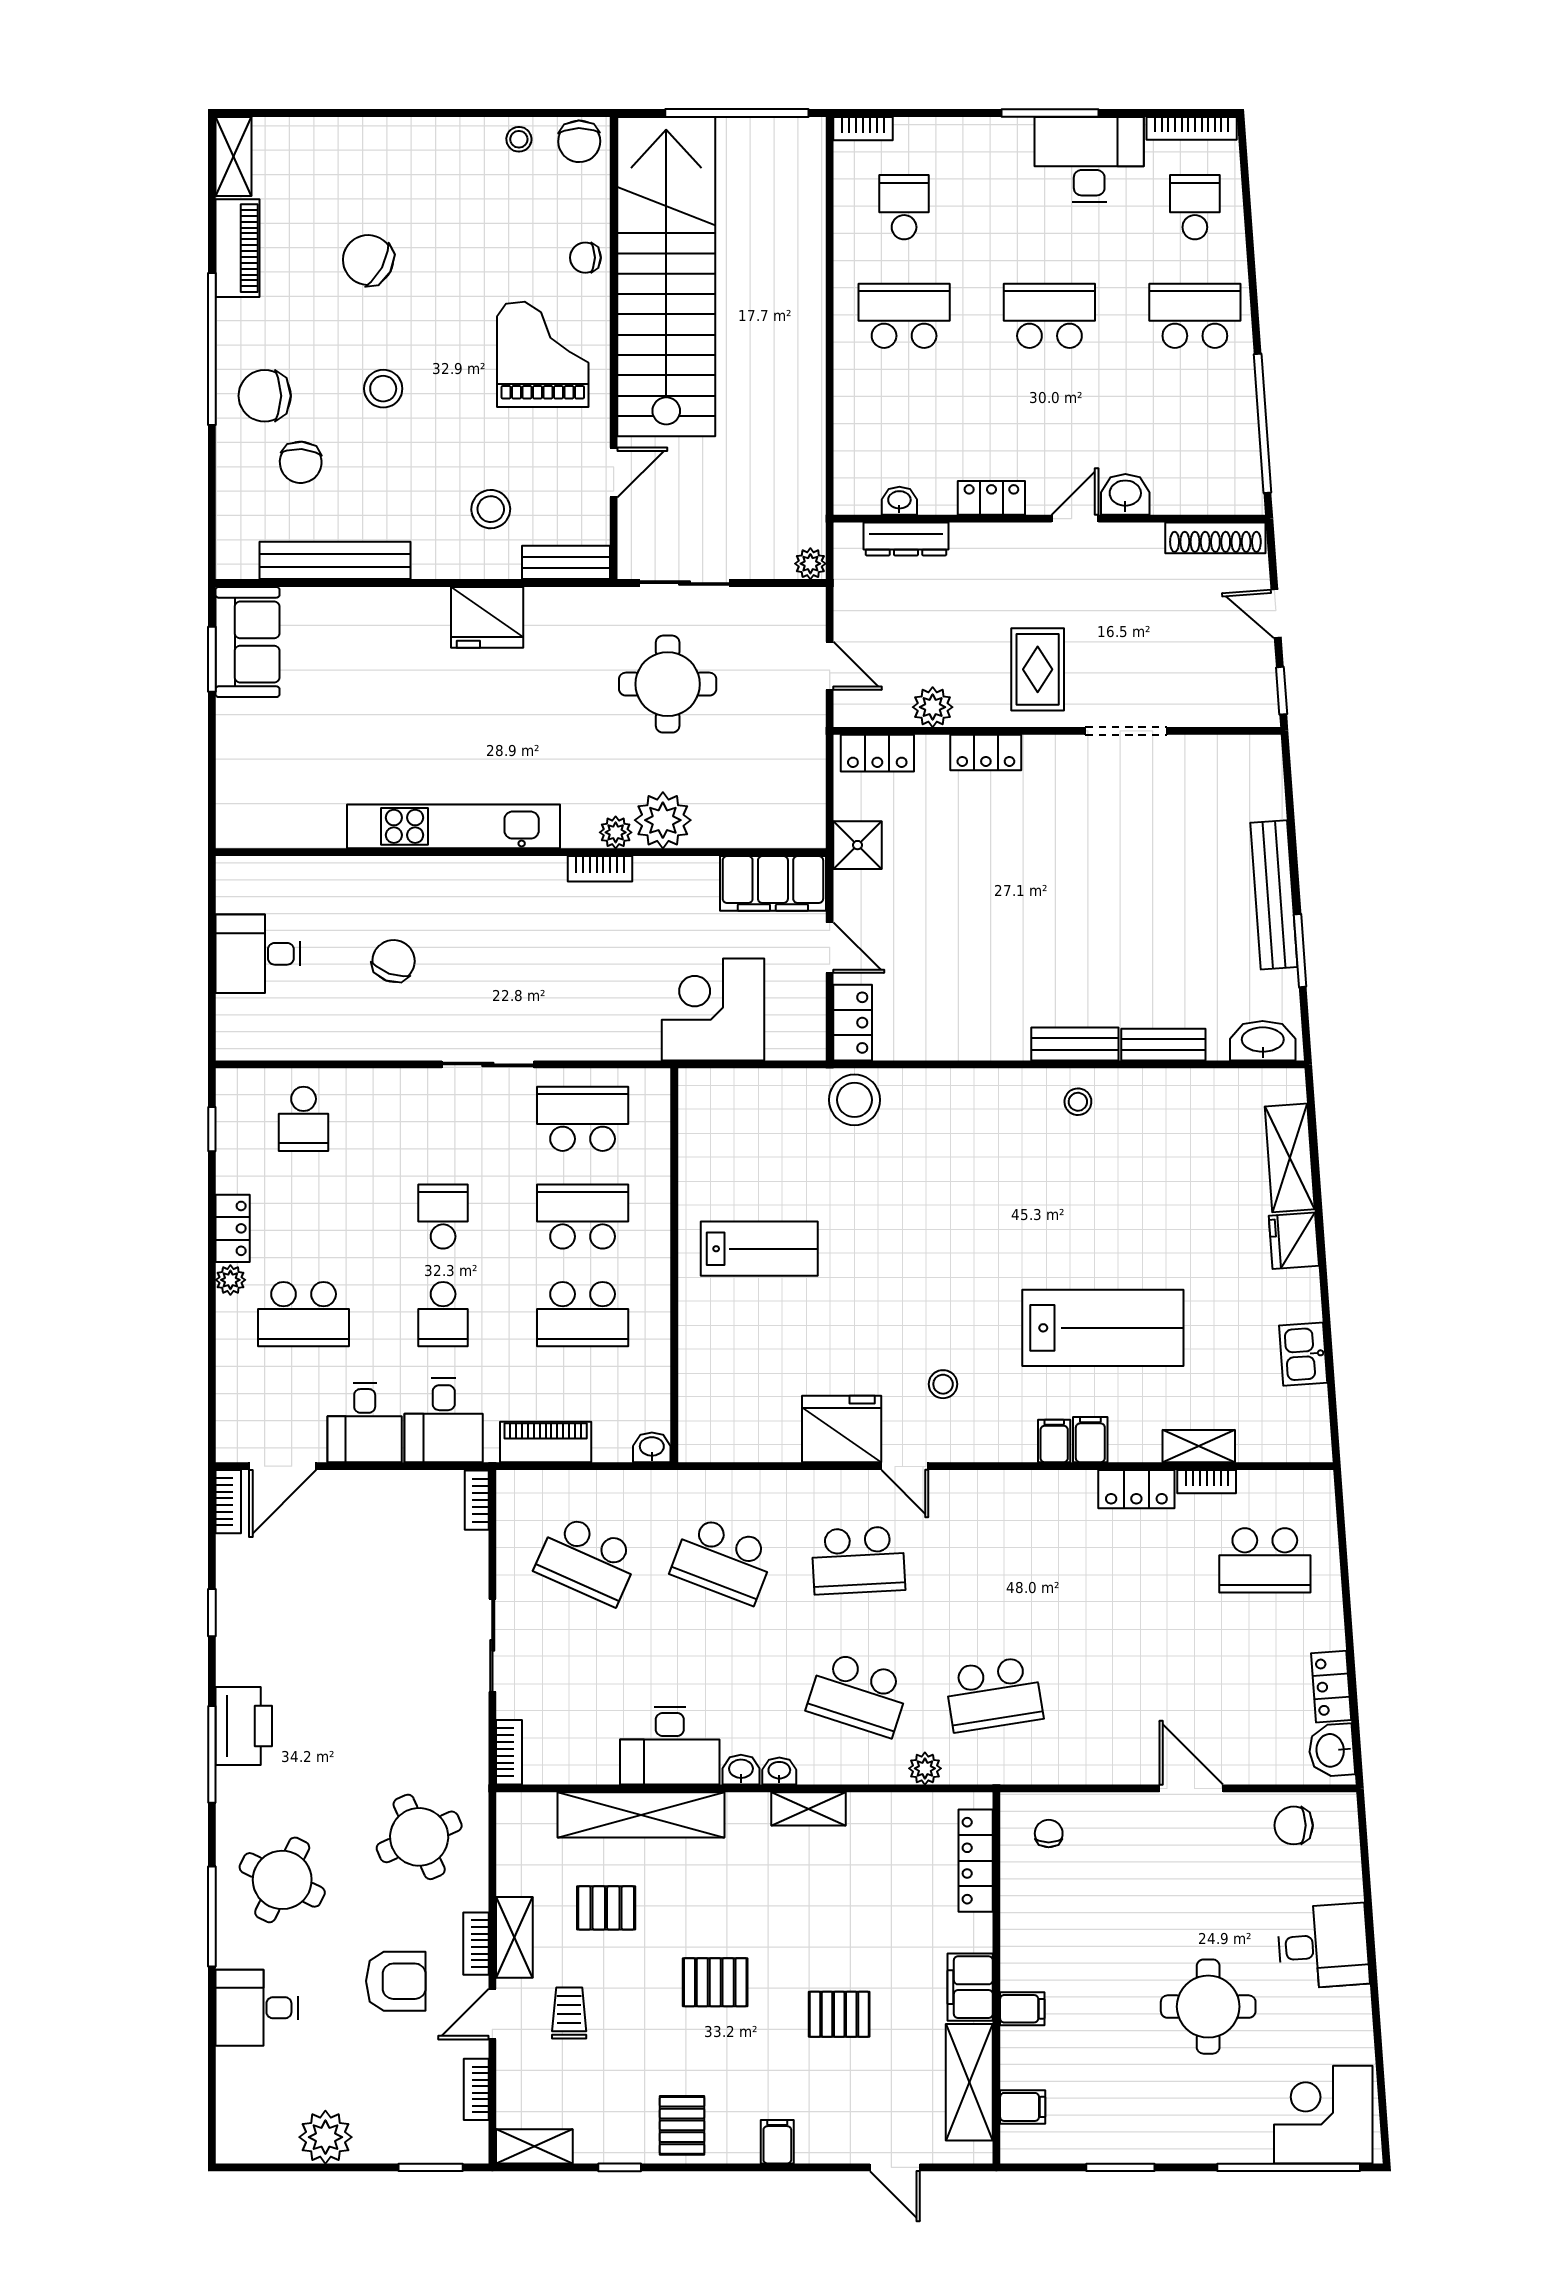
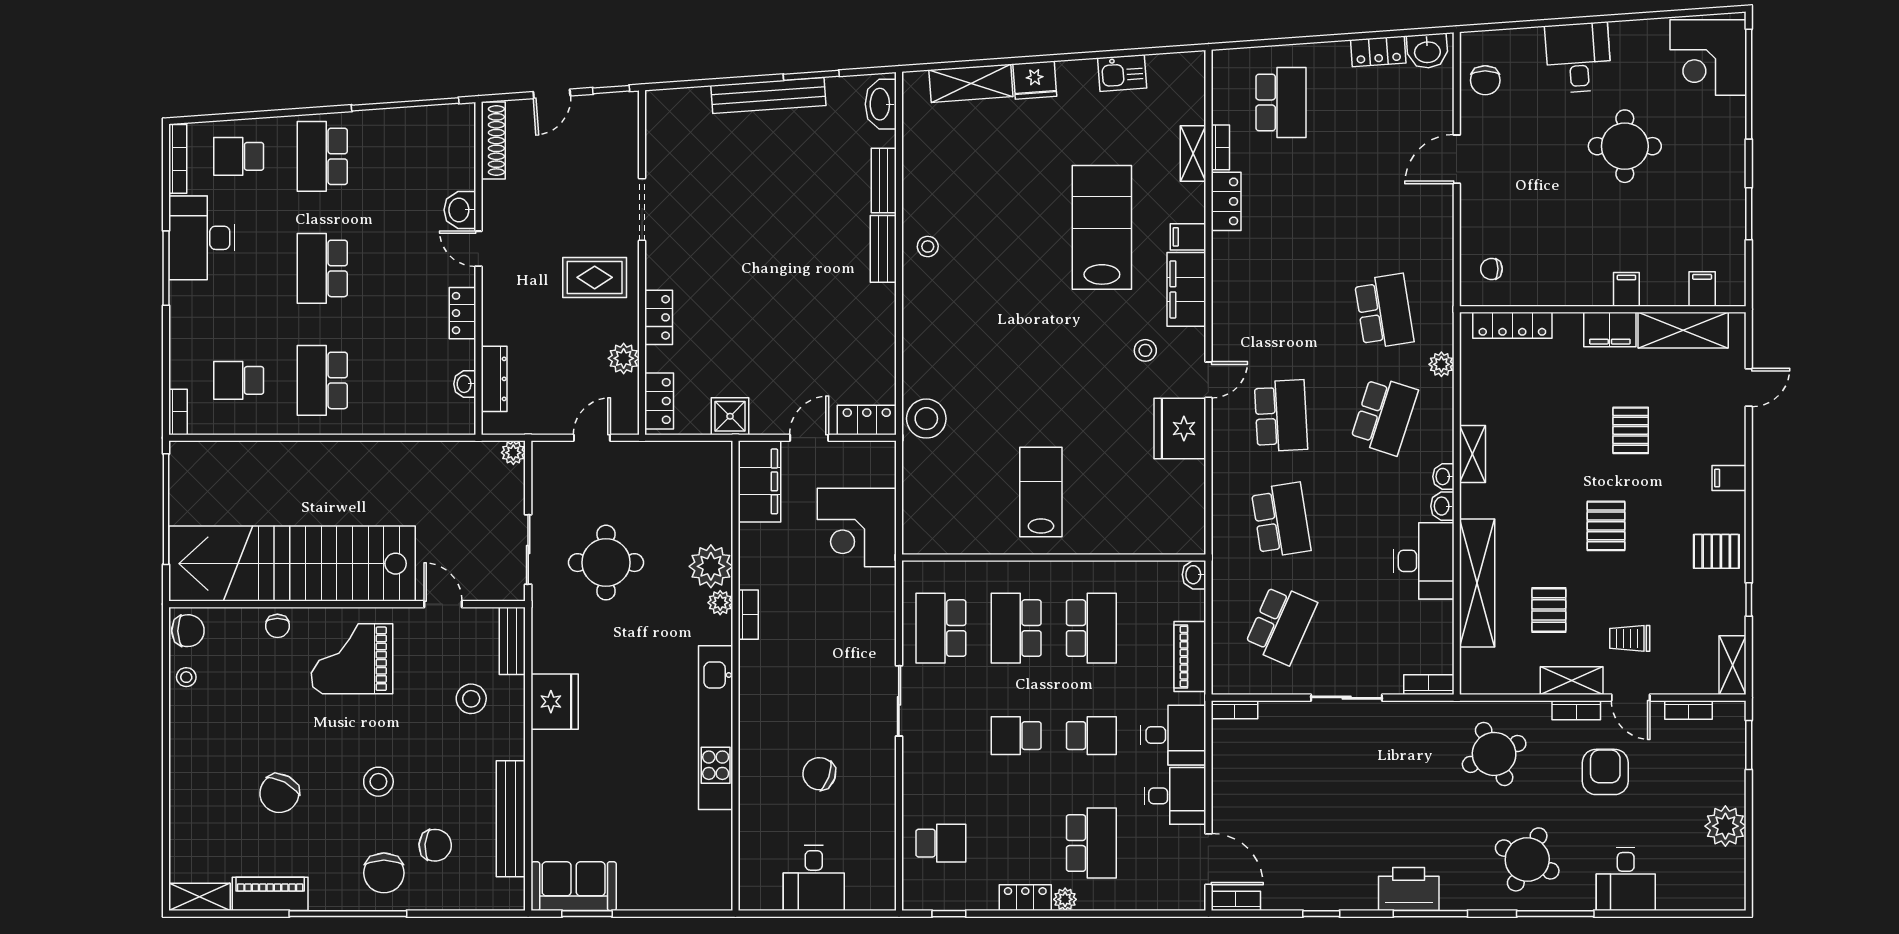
filing cabinet: (1054, 1441) -> (1186, 289), width x3.00, depth x1.17
school desk: (723, 1560) -> (1281, 520), turned -30

